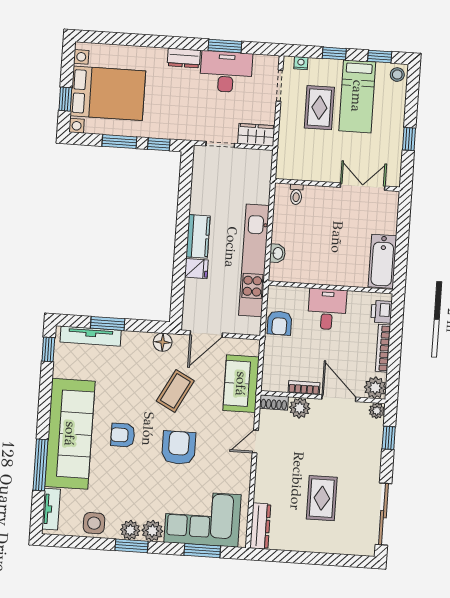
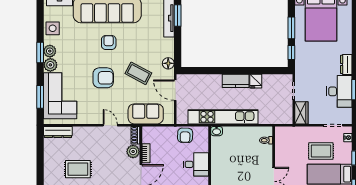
washbasin: (277, 253) -> (217, 131), moved
fridge: (196, 269) -> (256, 81), moved
window: (108, 323) -> (178, 16), moved
armchair: (279, 323) -> (185, 135), turned -88

